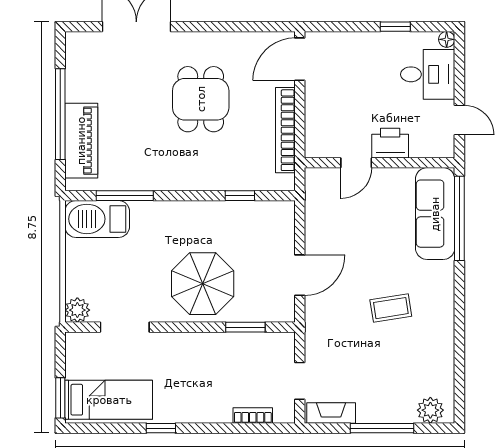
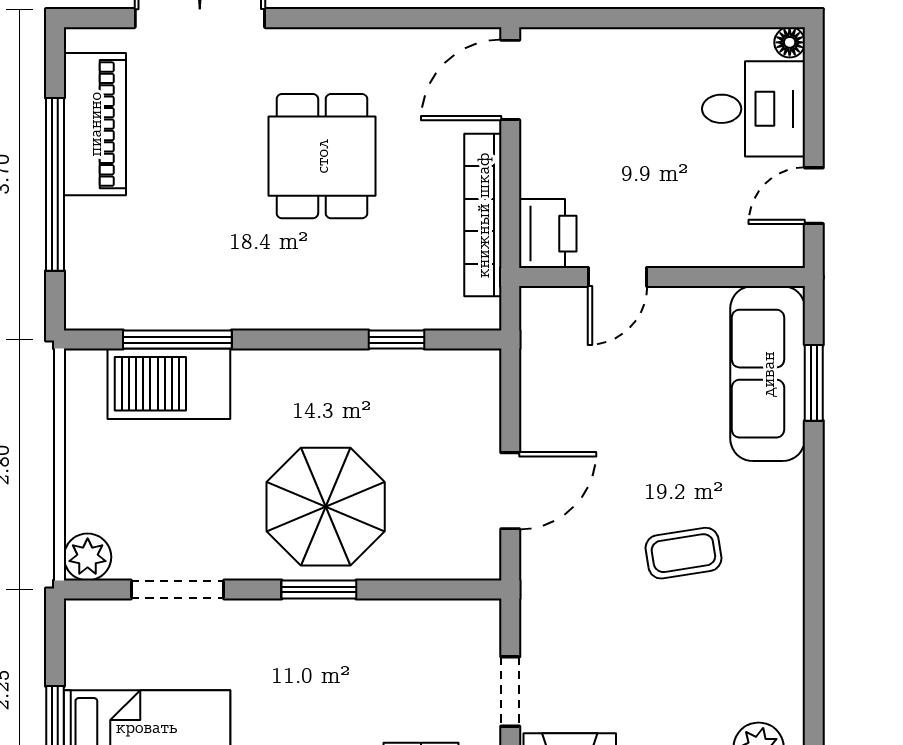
window: (395, 27) -> (692, 18), removed
door: (459, 120) -> (814, 196), swing flipped
piano: (81, 141) -> (95, 124), moved
printer: (390, 143) -> (548, 234), moved, turned 90
window: (459, 218) -> (814, 383), width x0.47
barbecue: (97, 219) -> (169, 384), moved
window: (245, 327) -> (319, 589), moved

